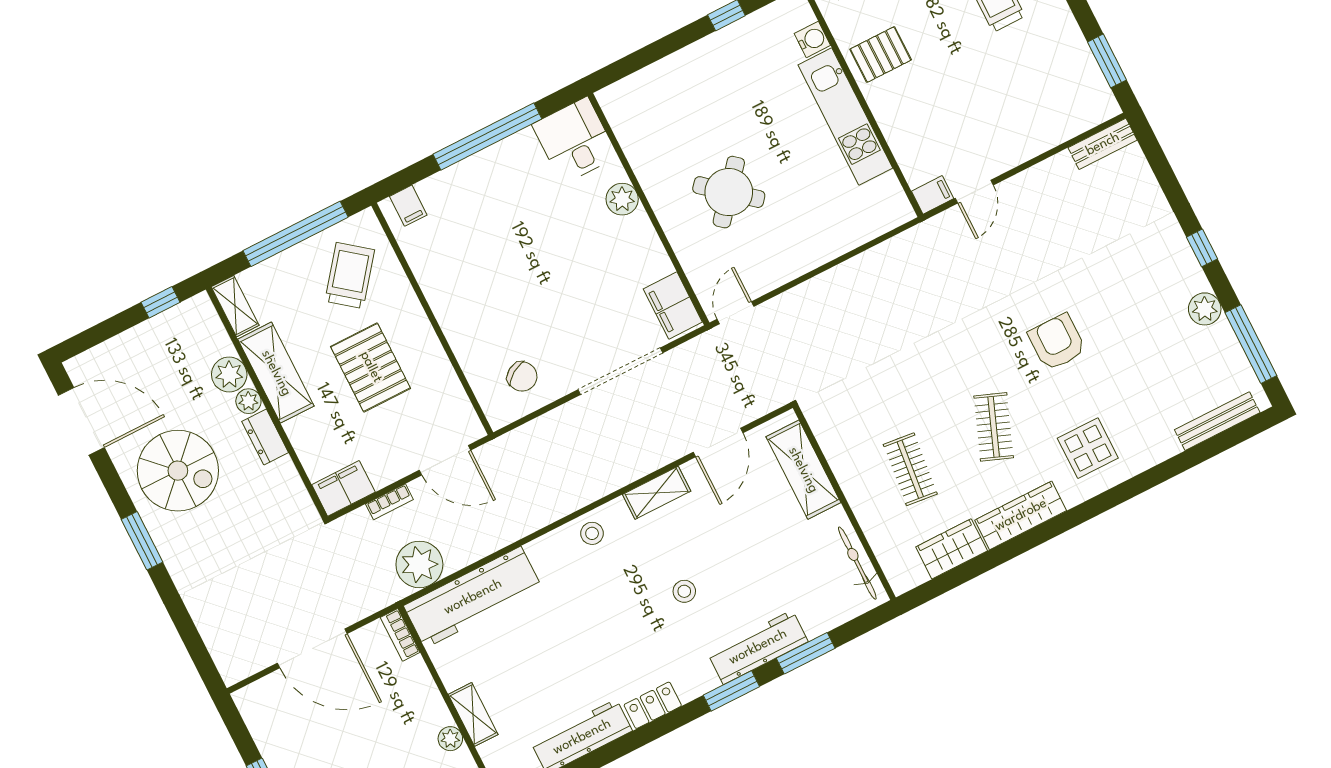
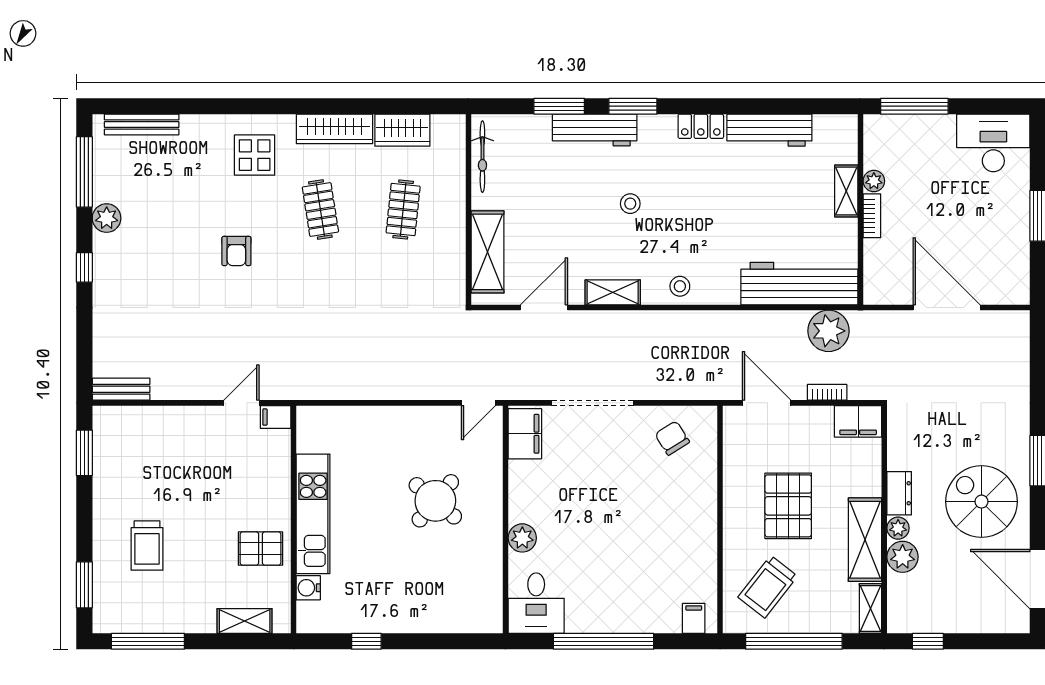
armchair: (1057, 342) -> (236, 251), width x0.72, depth x0.72
clothes rail: (994, 427) -> (320, 210), turned -30
bookcase: (400, 635) -> (872, 216), moved

